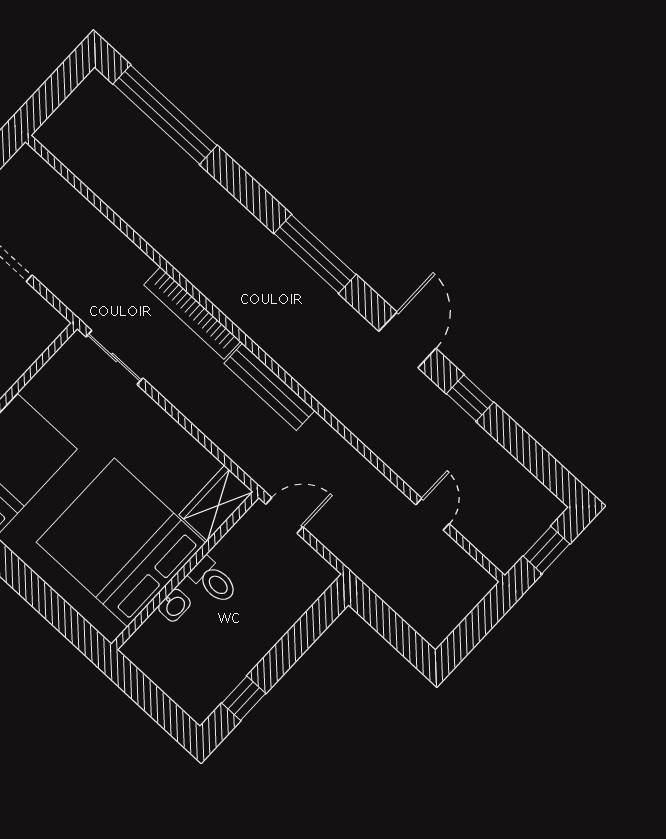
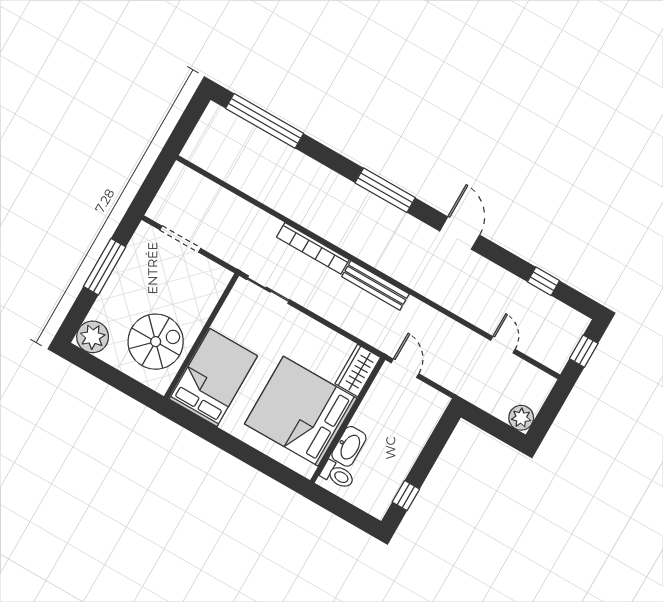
window: (470, 398) -> (543, 281), moved
door: (284, 515) -> (405, 368), hinge flipped
toilet: (213, 580) -> (337, 475), moved
washbasin: (174, 605) -> (349, 446), width x1.91, depth x1.45
plant: (435, 625) -> (521, 418), added

